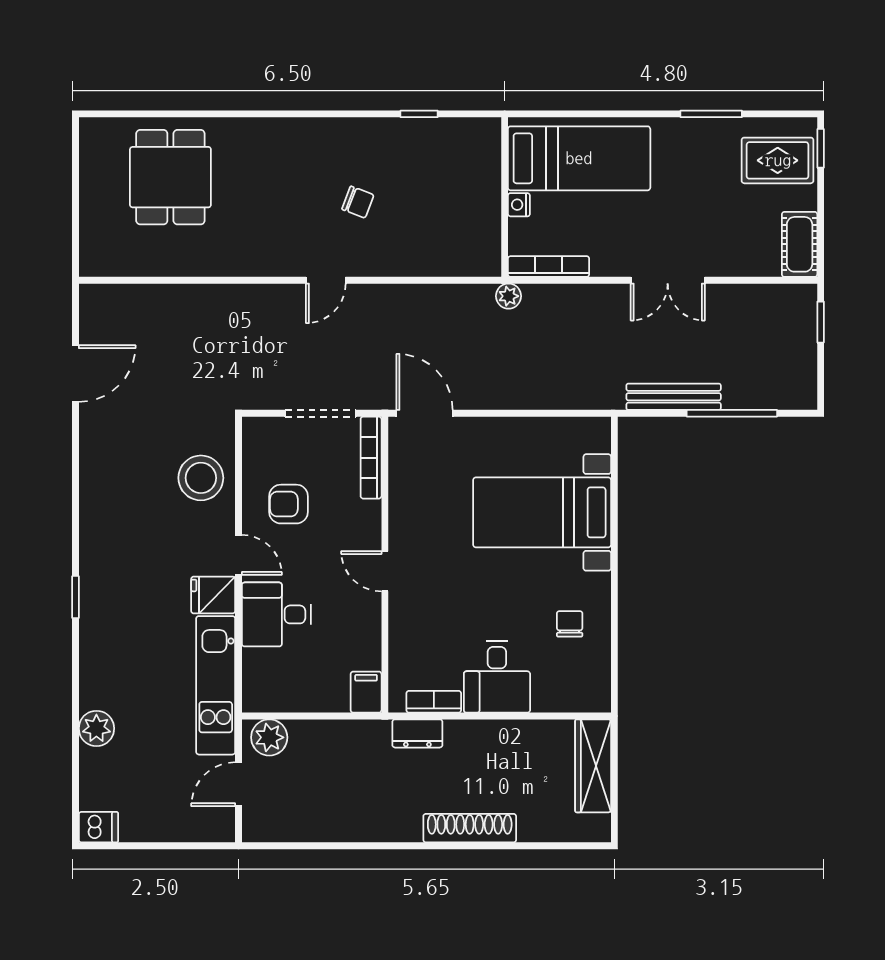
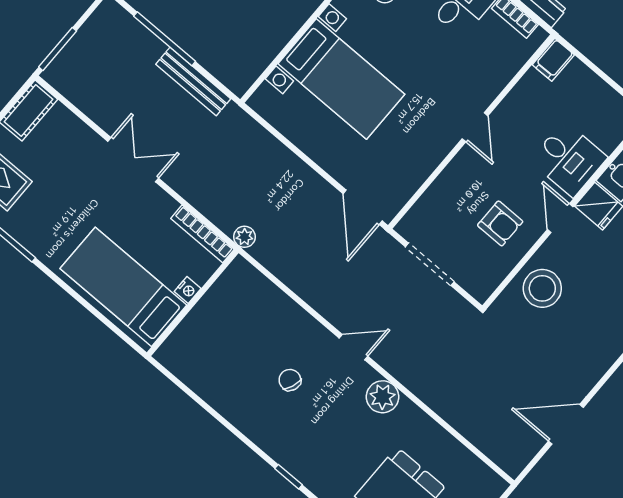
window: (419, 114) -> (288, 477), moved
plant: (262, 258) -> (383, 397), added
window: (821, 322) -> (58, 49), width x1.50
bookcase: (371, 458) -> (422, 208), removed

